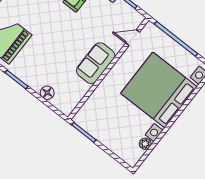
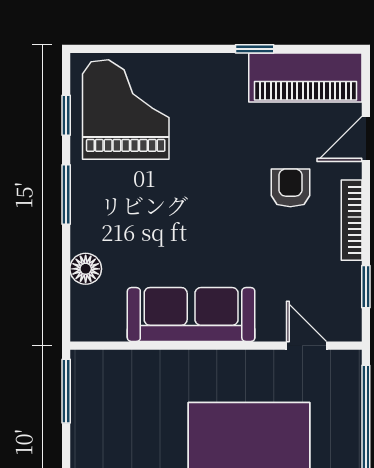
sofa: (96, 63) -> (191, 314), width x1.36

